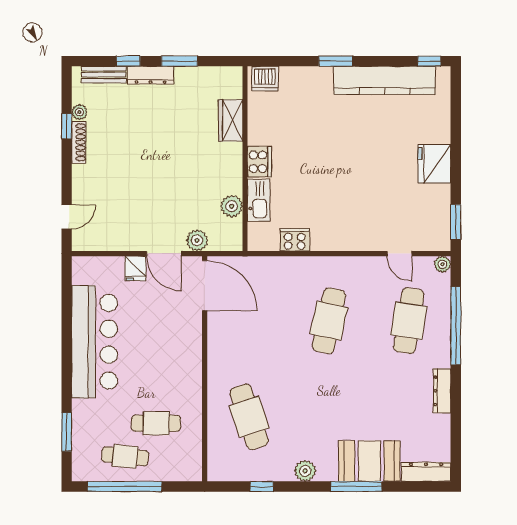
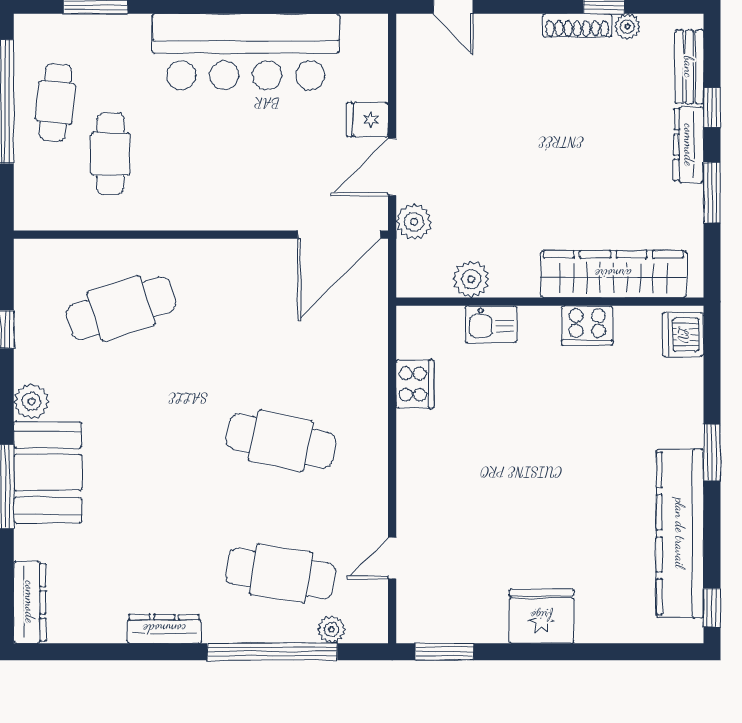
wardrobe: (231, 120) -> (613, 274), width x2.10, depth x1.17
cooker: (259, 162) -> (587, 325), moved
kitchen sink: (259, 200) -> (491, 324), width x0.73
plant: (442, 264) -> (331, 630), moved
booth: (369, 461) -> (48, 473), moved

